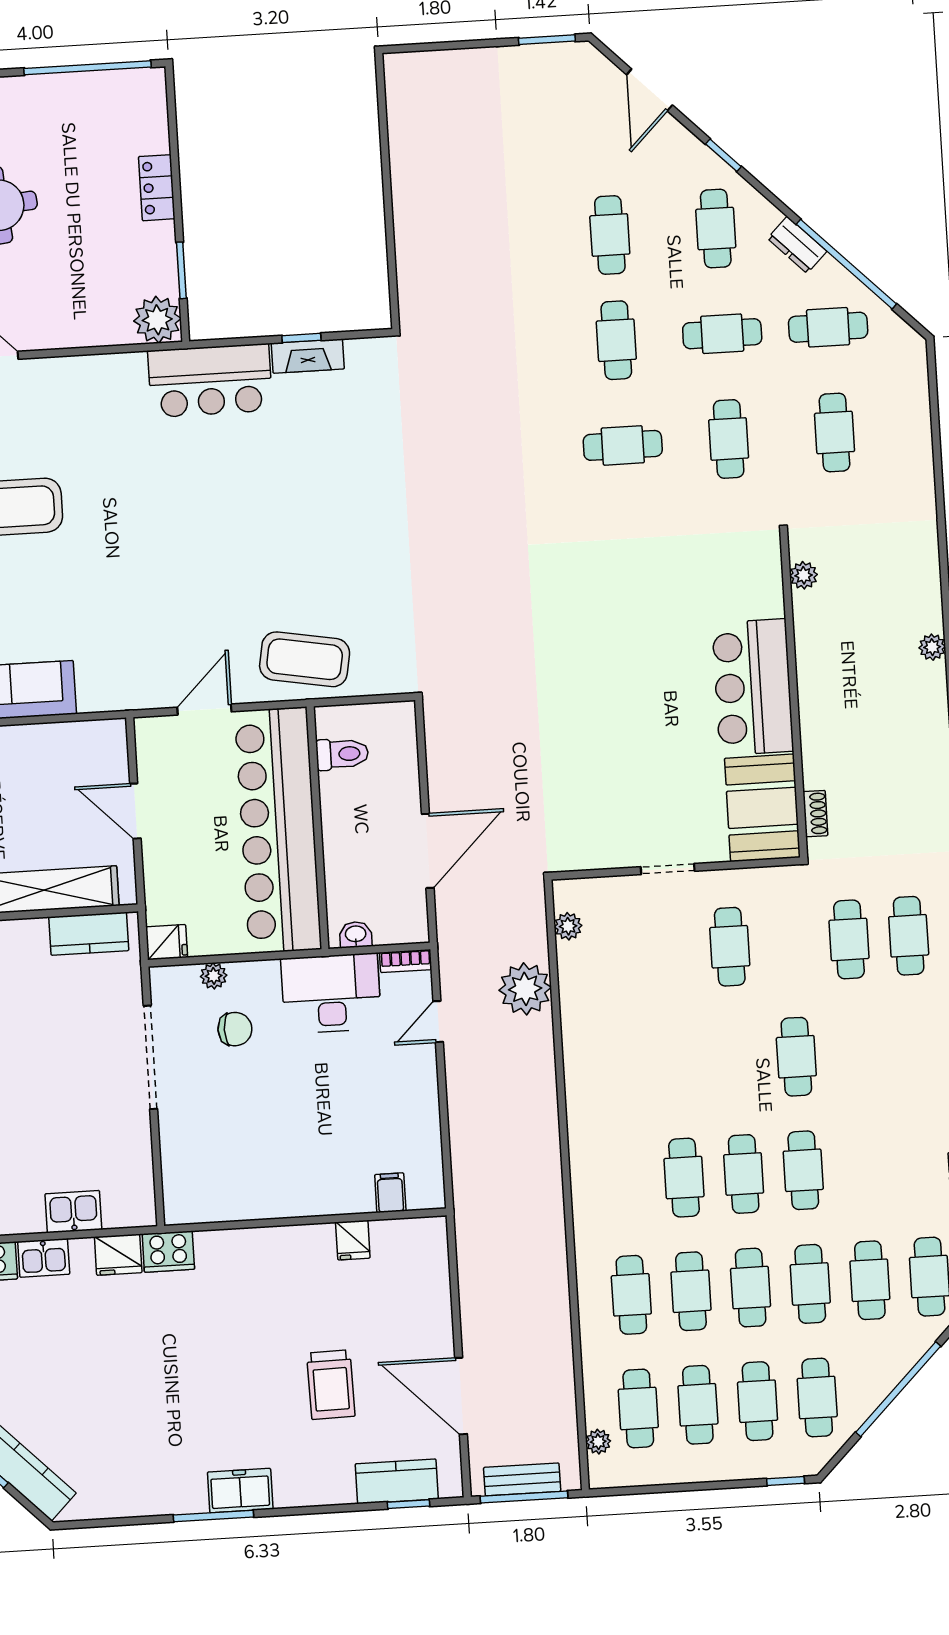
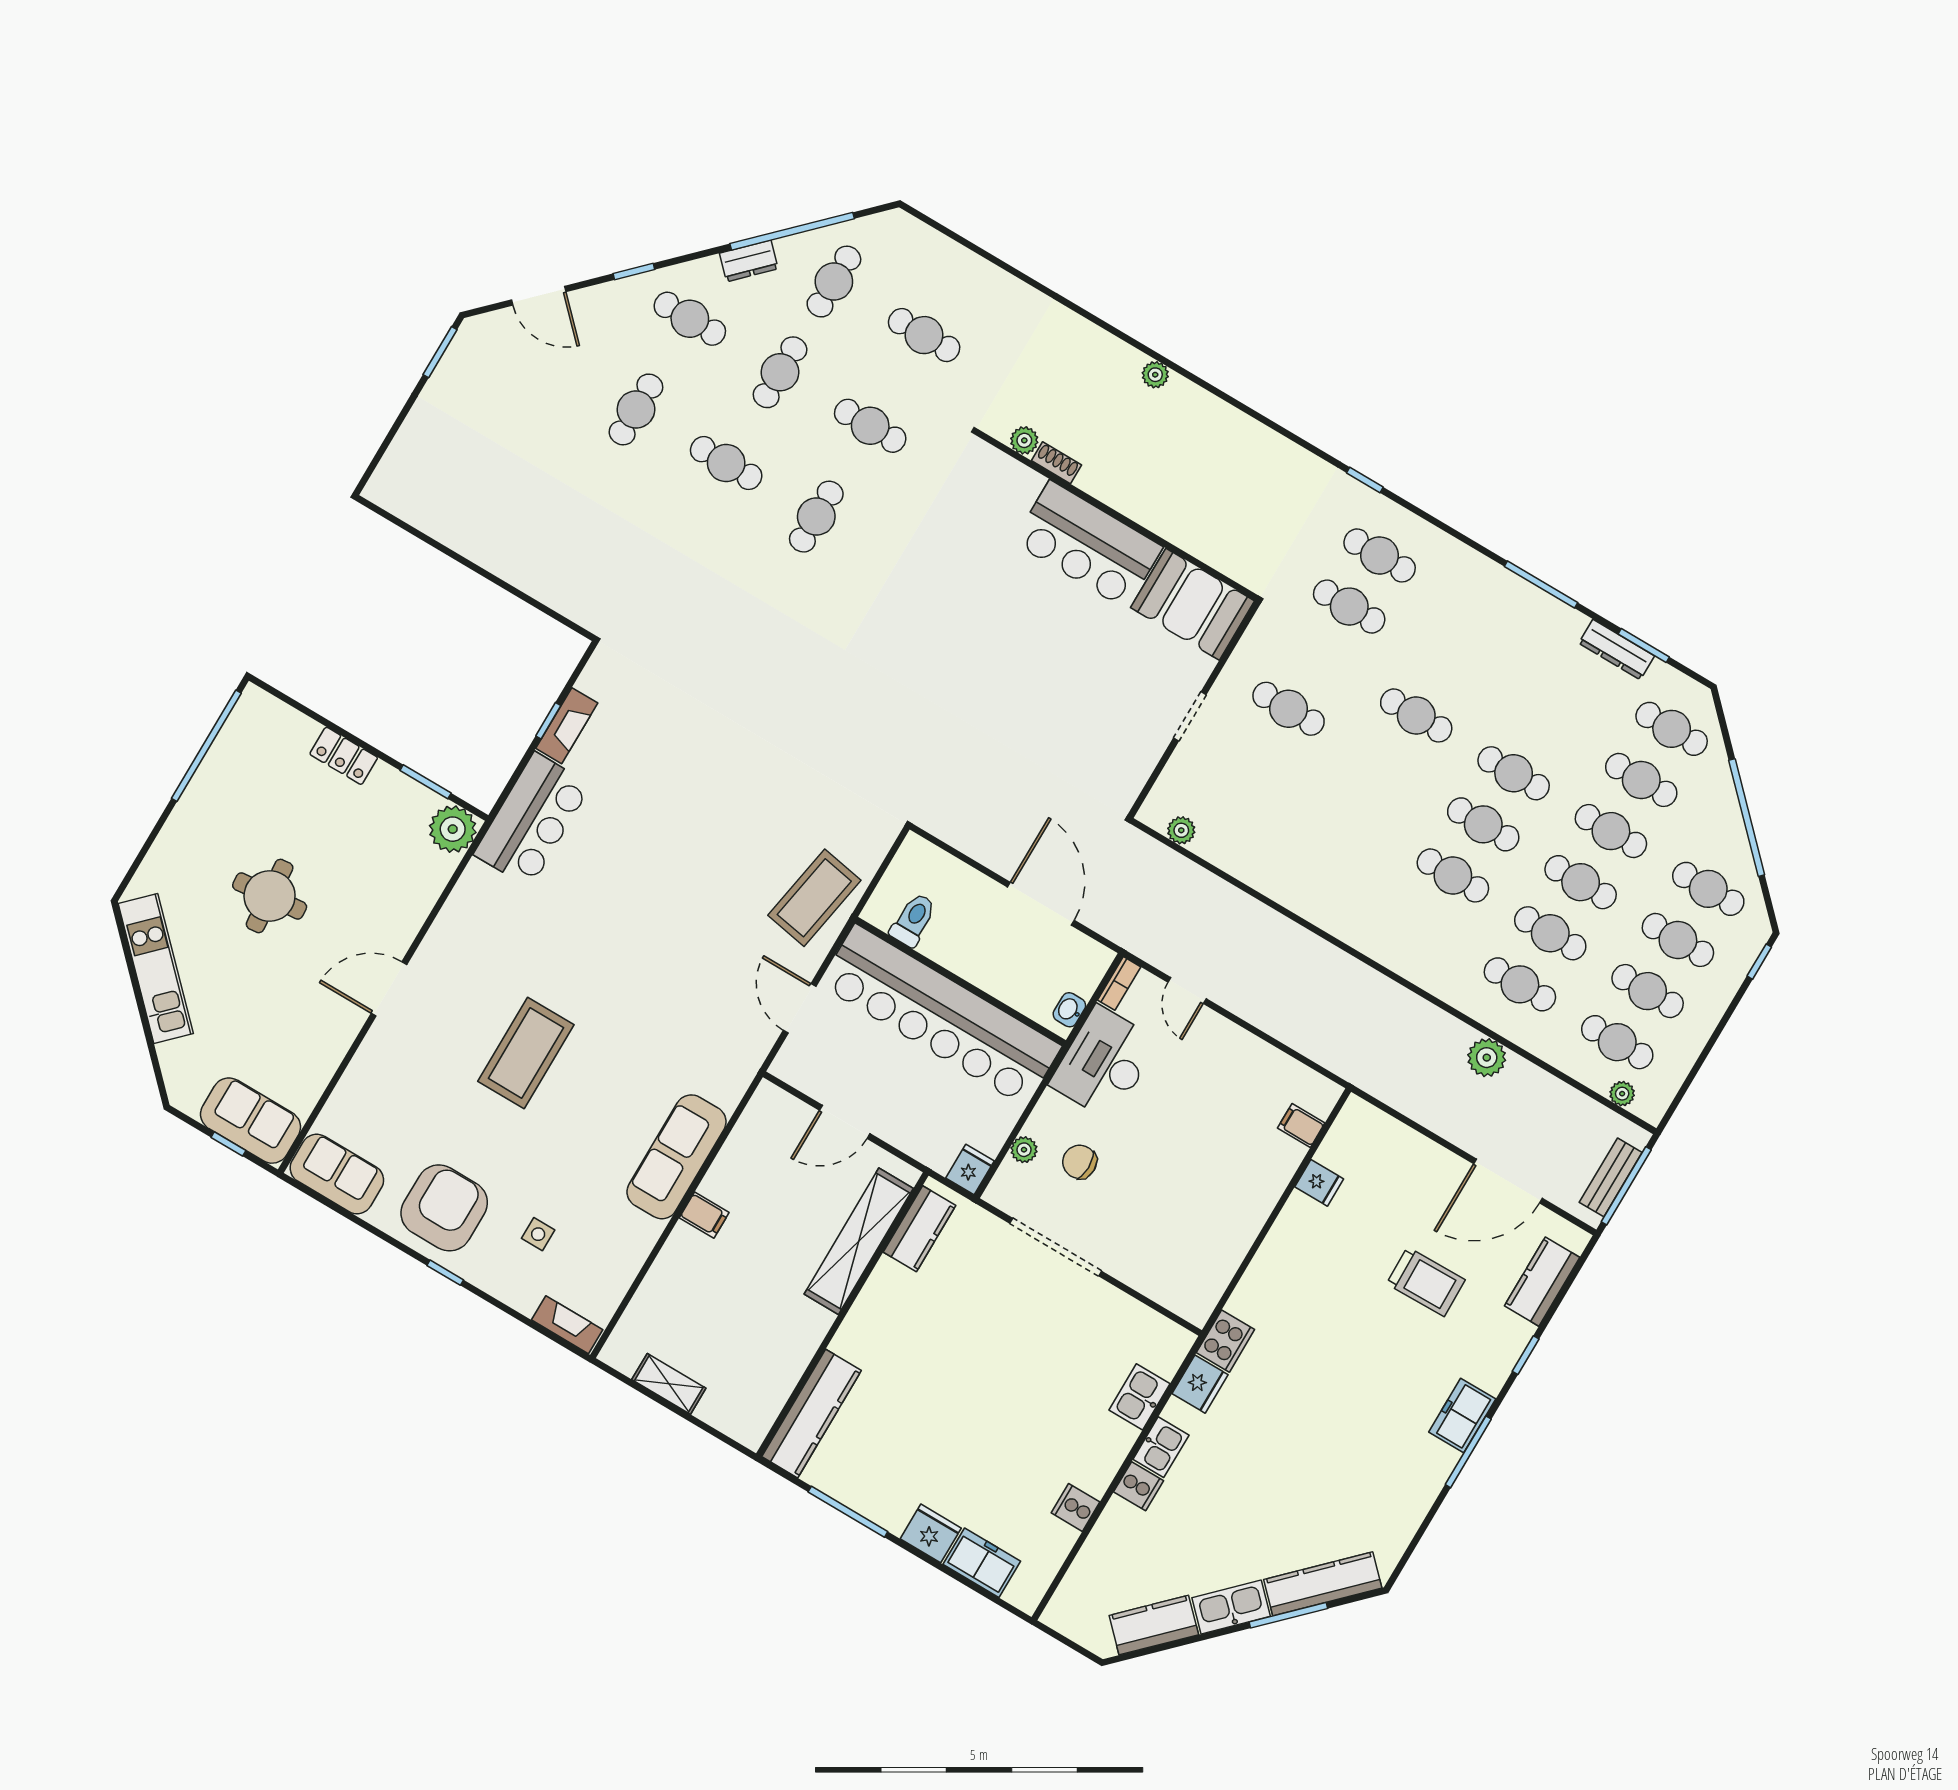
cafe table: (610, 235) -> (636, 409), turned 90
shoe rack: (815, 814) -> (1057, 463), moved
plant: (525, 989) -> (1487, 1058), moved, width x0.73, depth x0.73
chair: (235, 1029) -> (1080, 1162), turned -90
window: (408, 1504) -> (1526, 1355), moved

